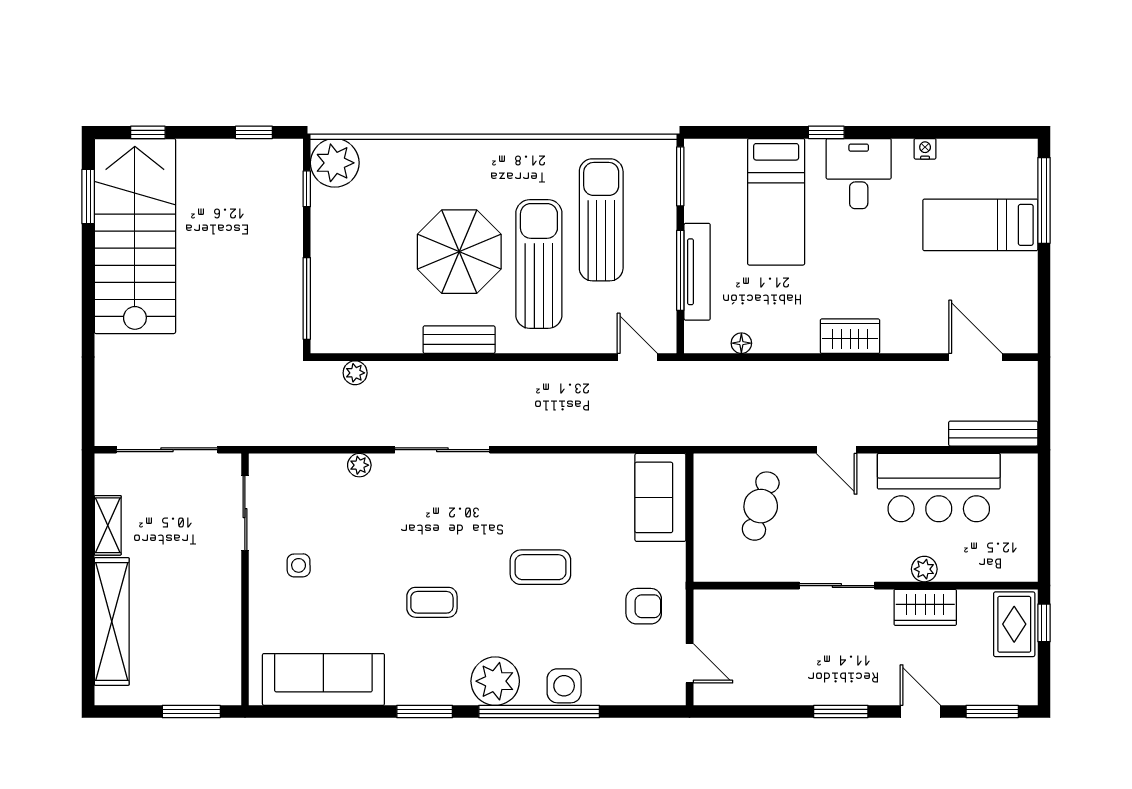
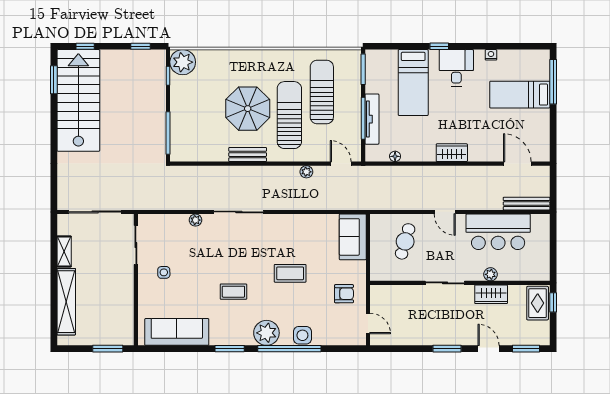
plant: (355, 373) -> (306, 172), moved

